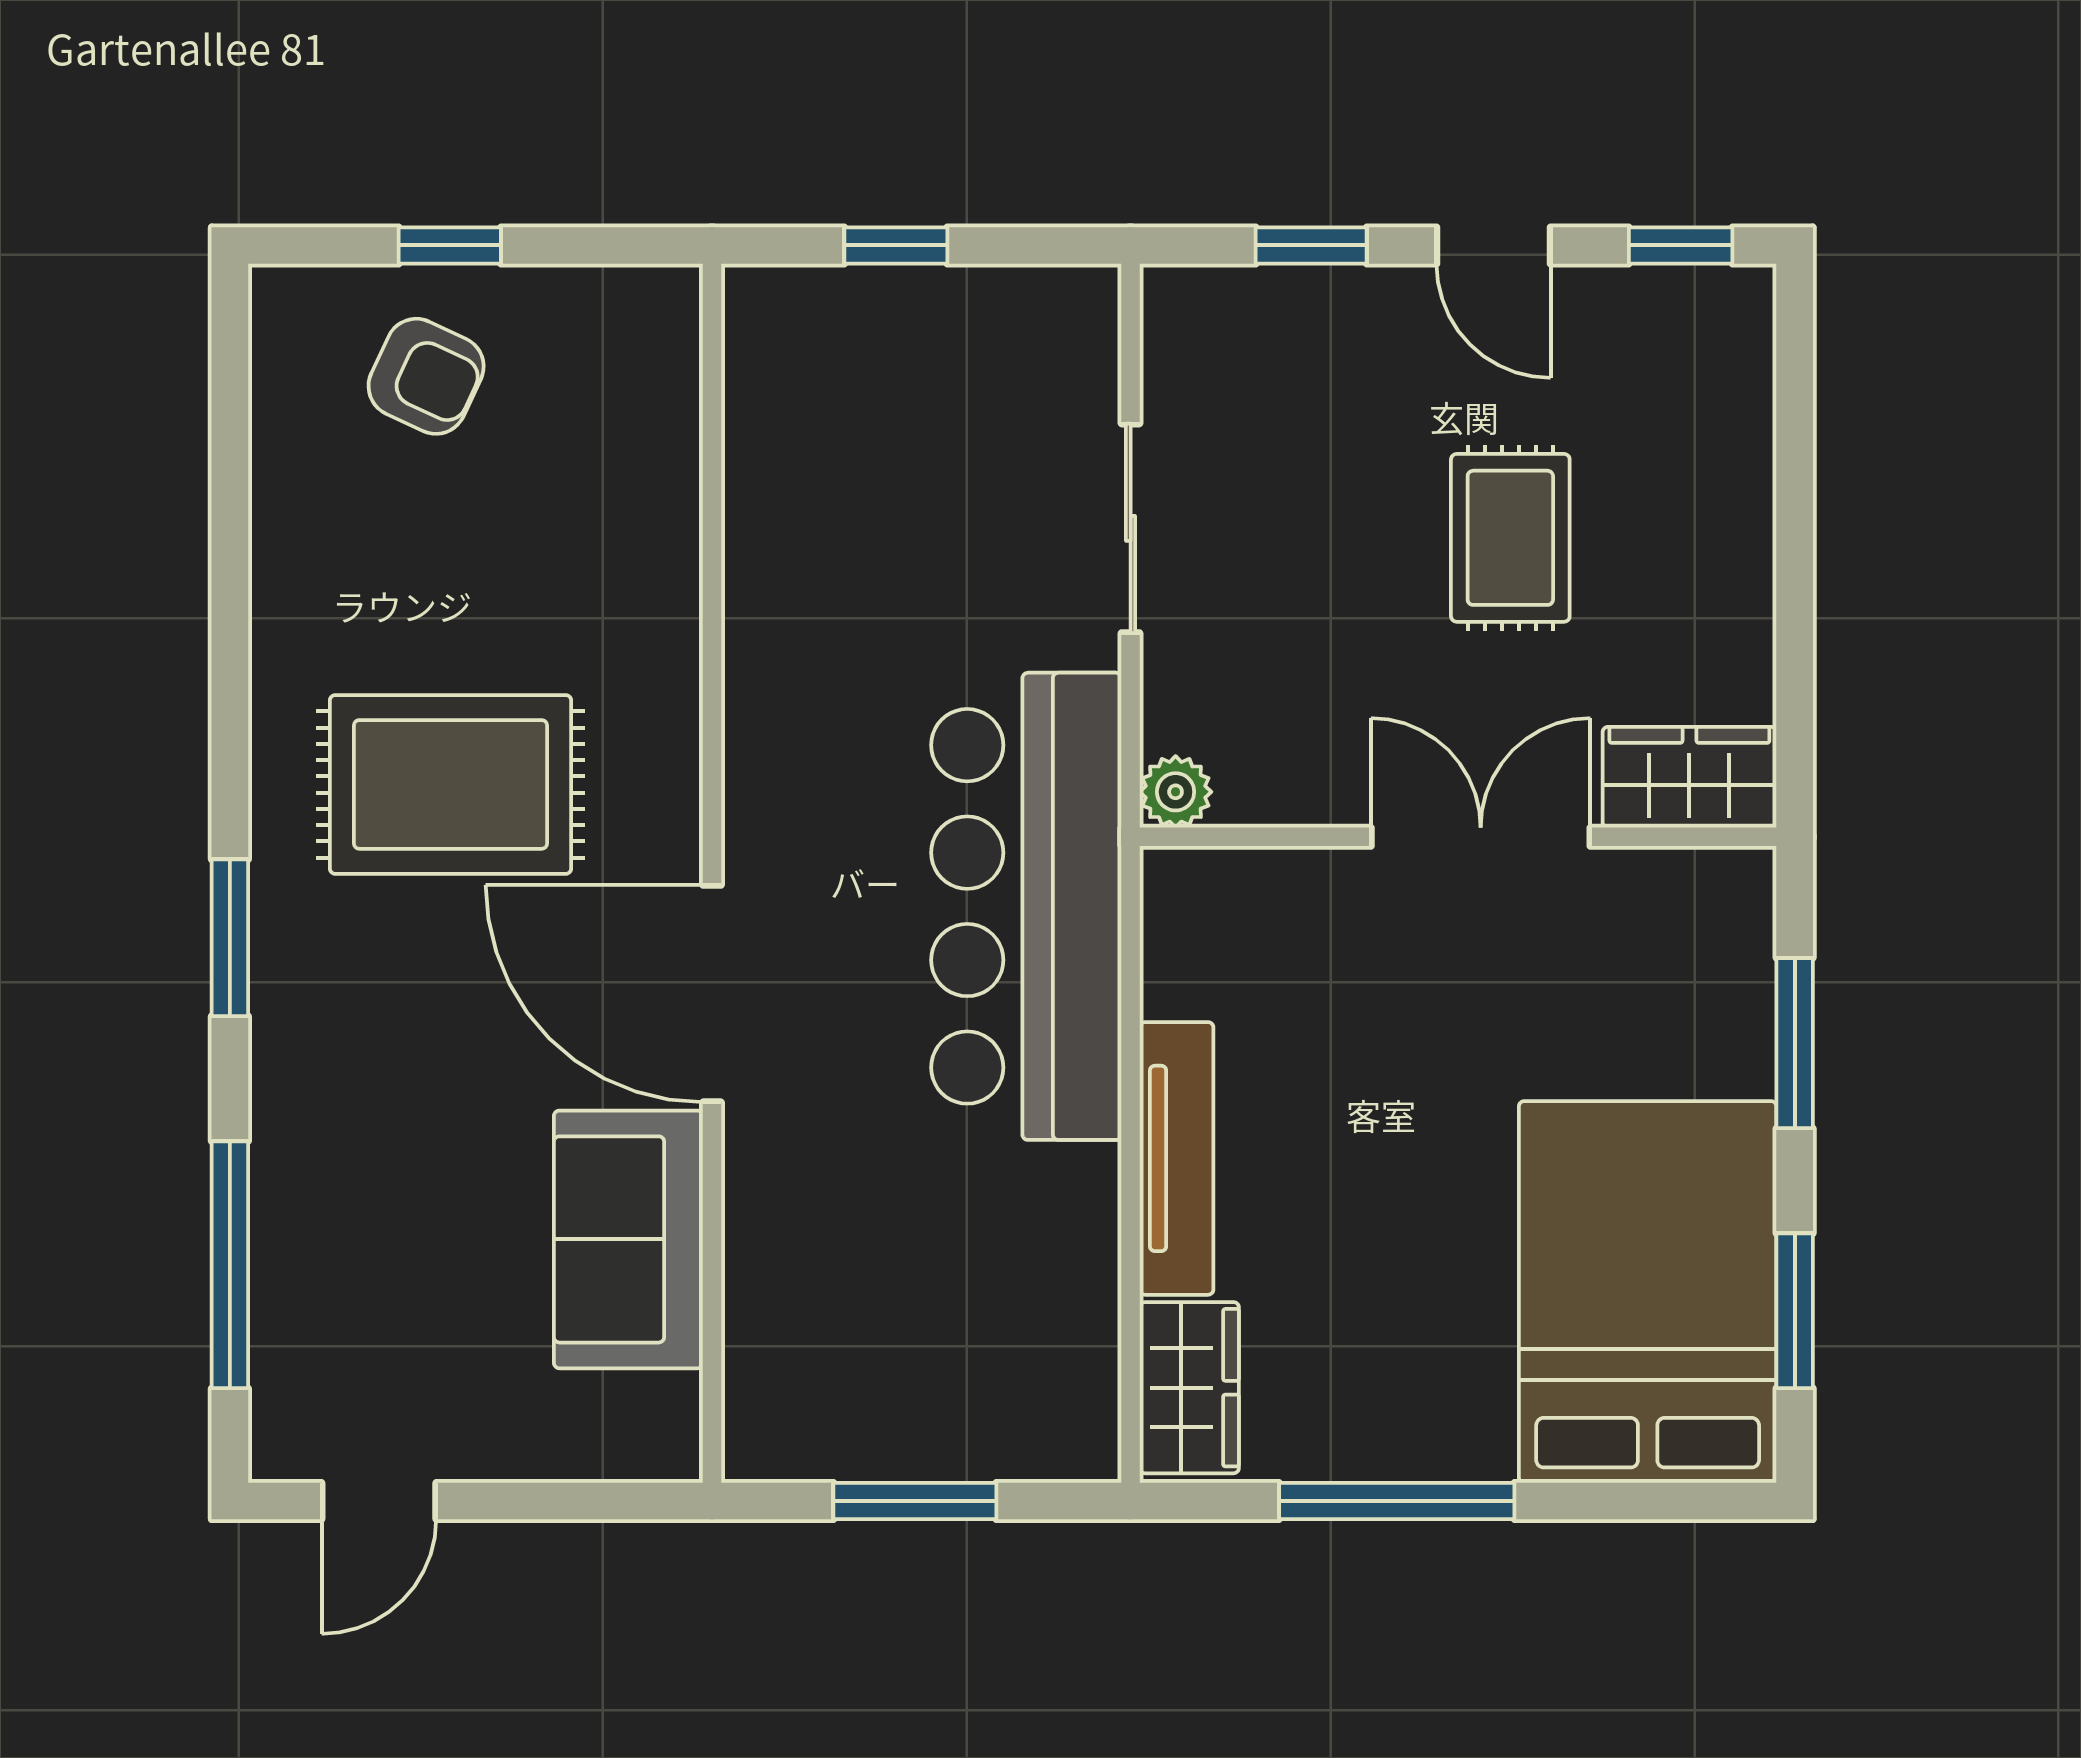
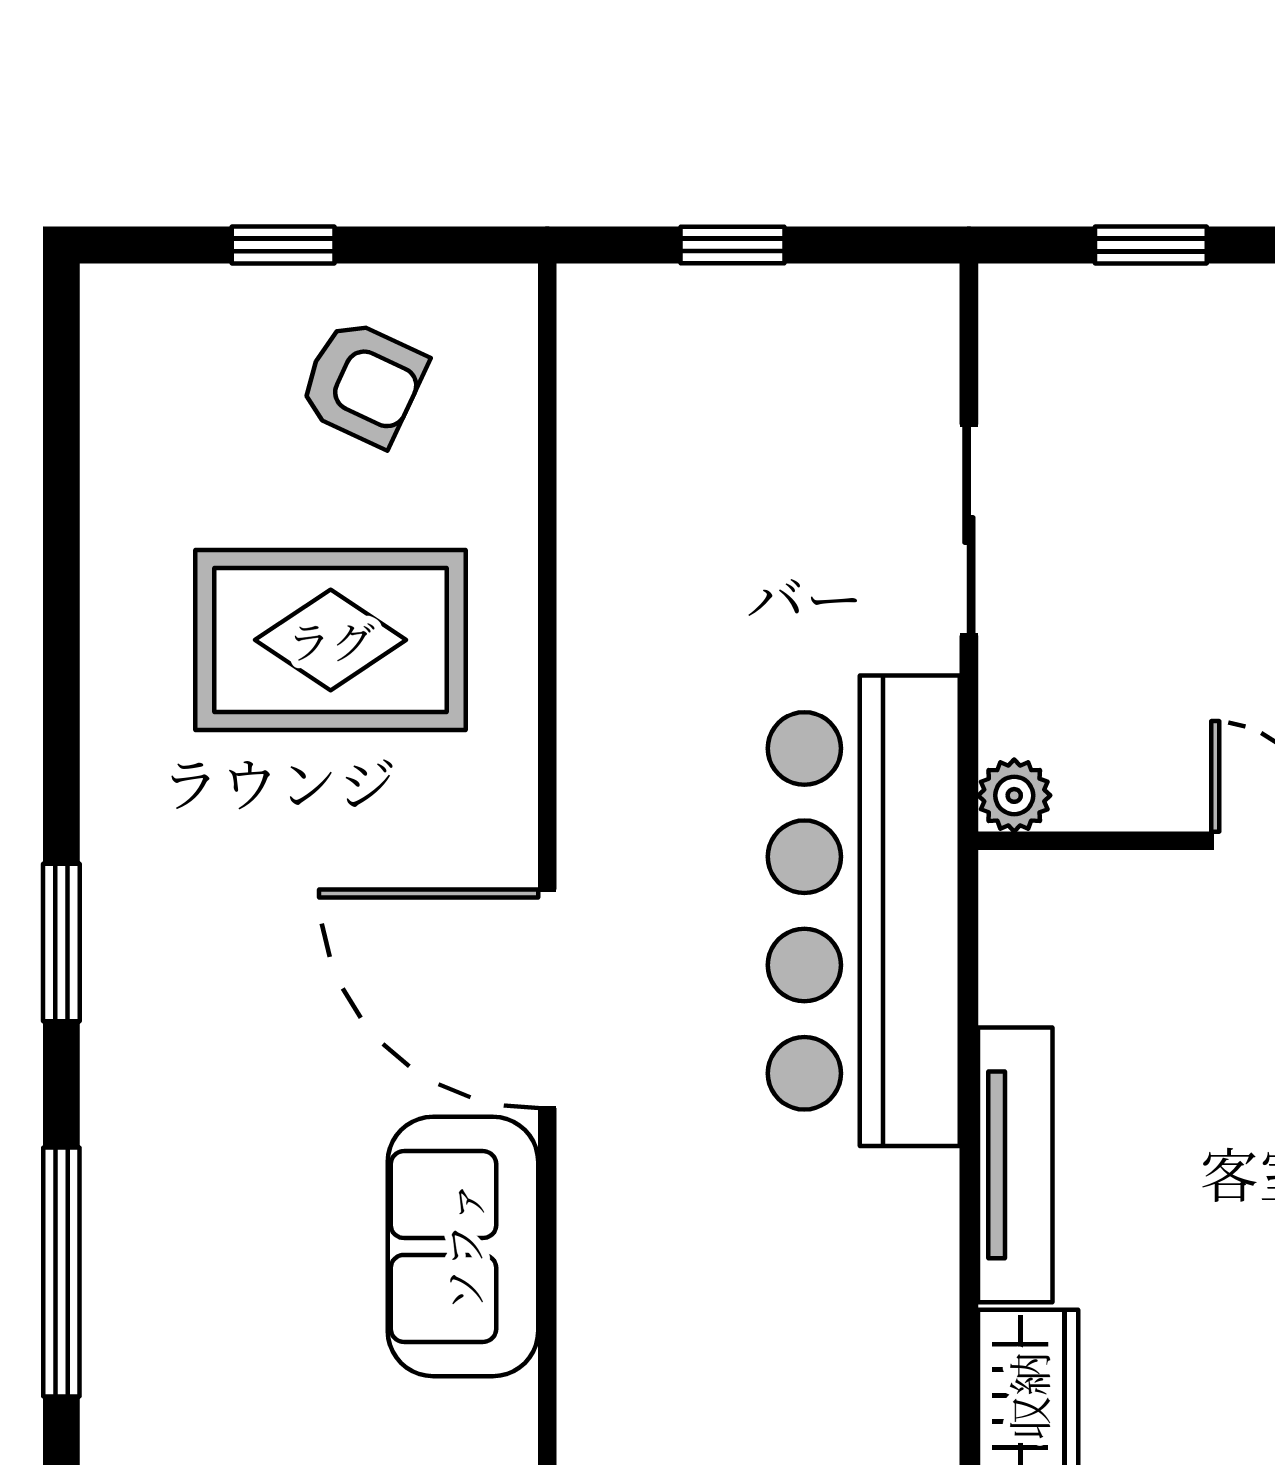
armchair: (426, 376) -> (363, 383), moved
rug: (450, 784) -> (331, 640), moved

